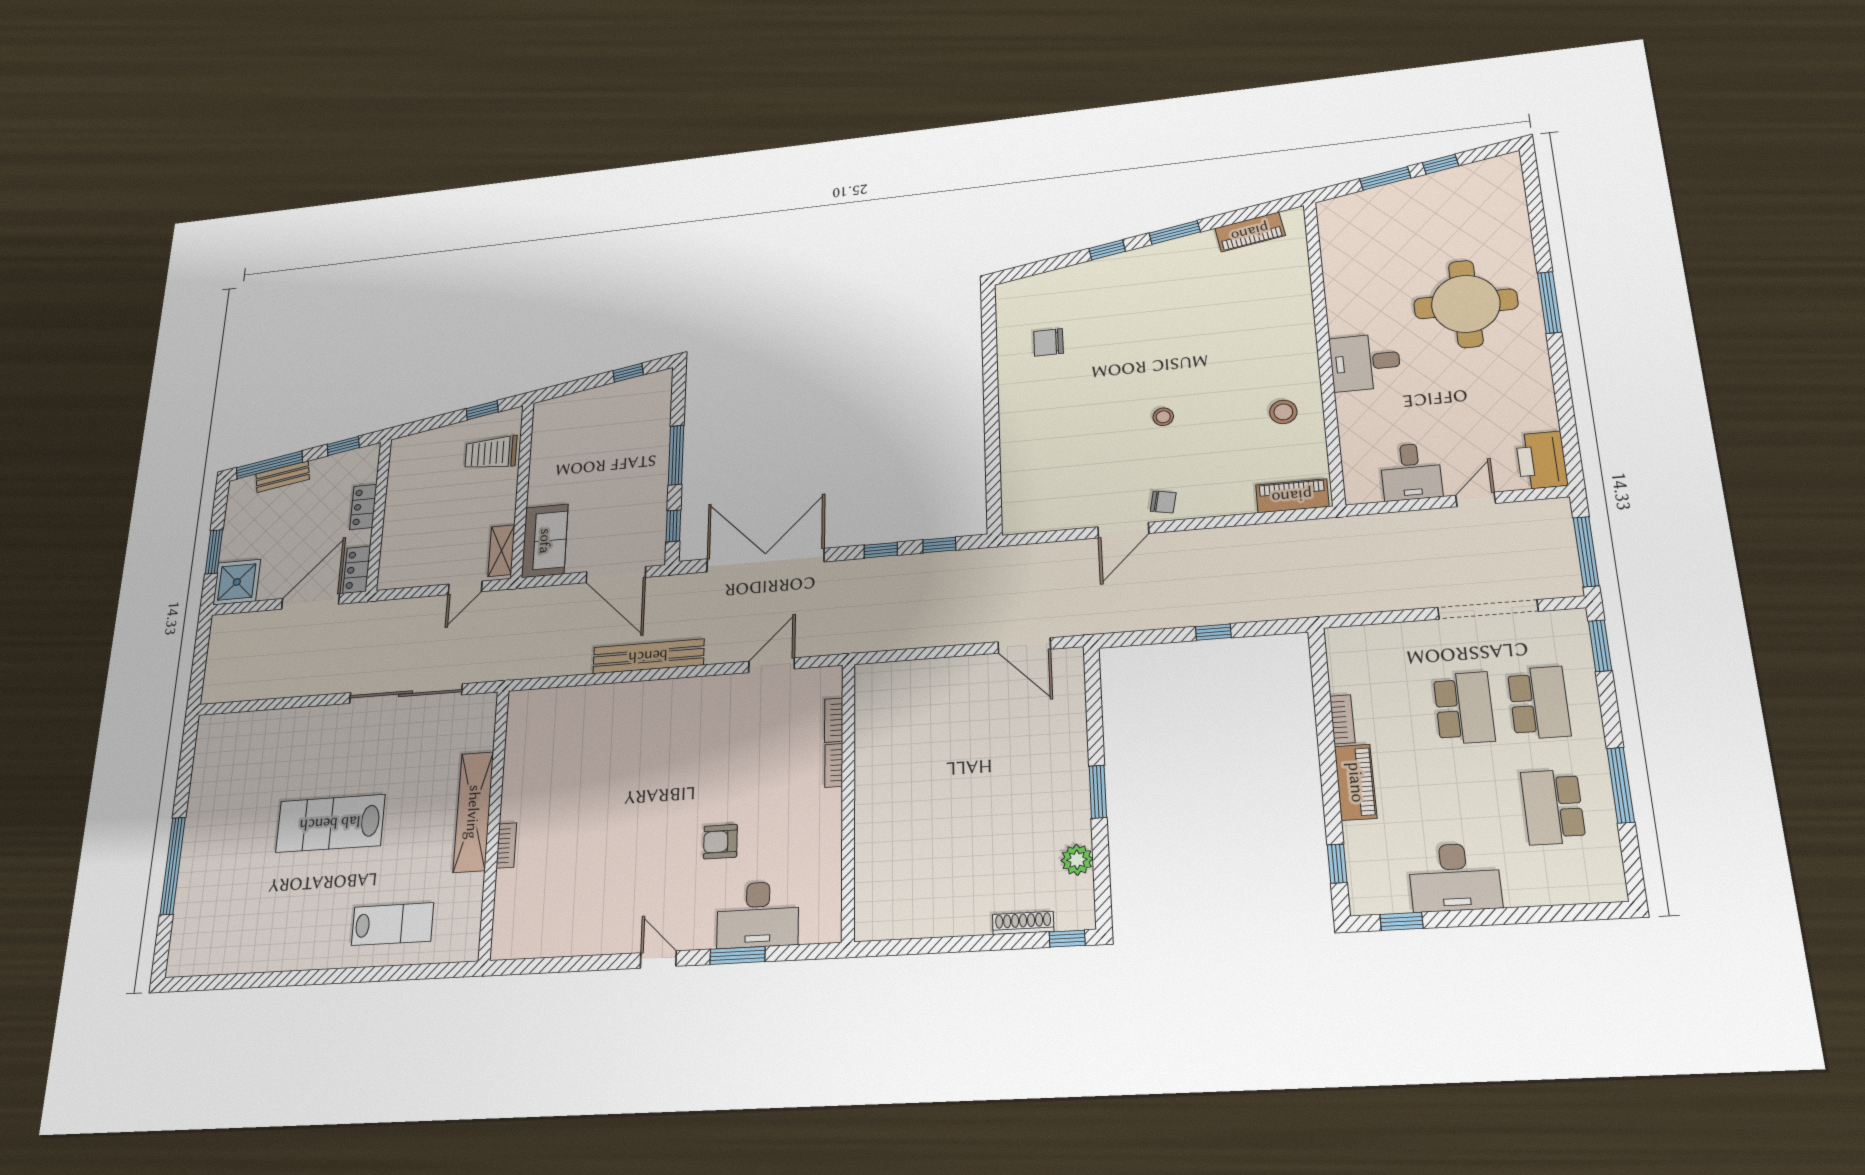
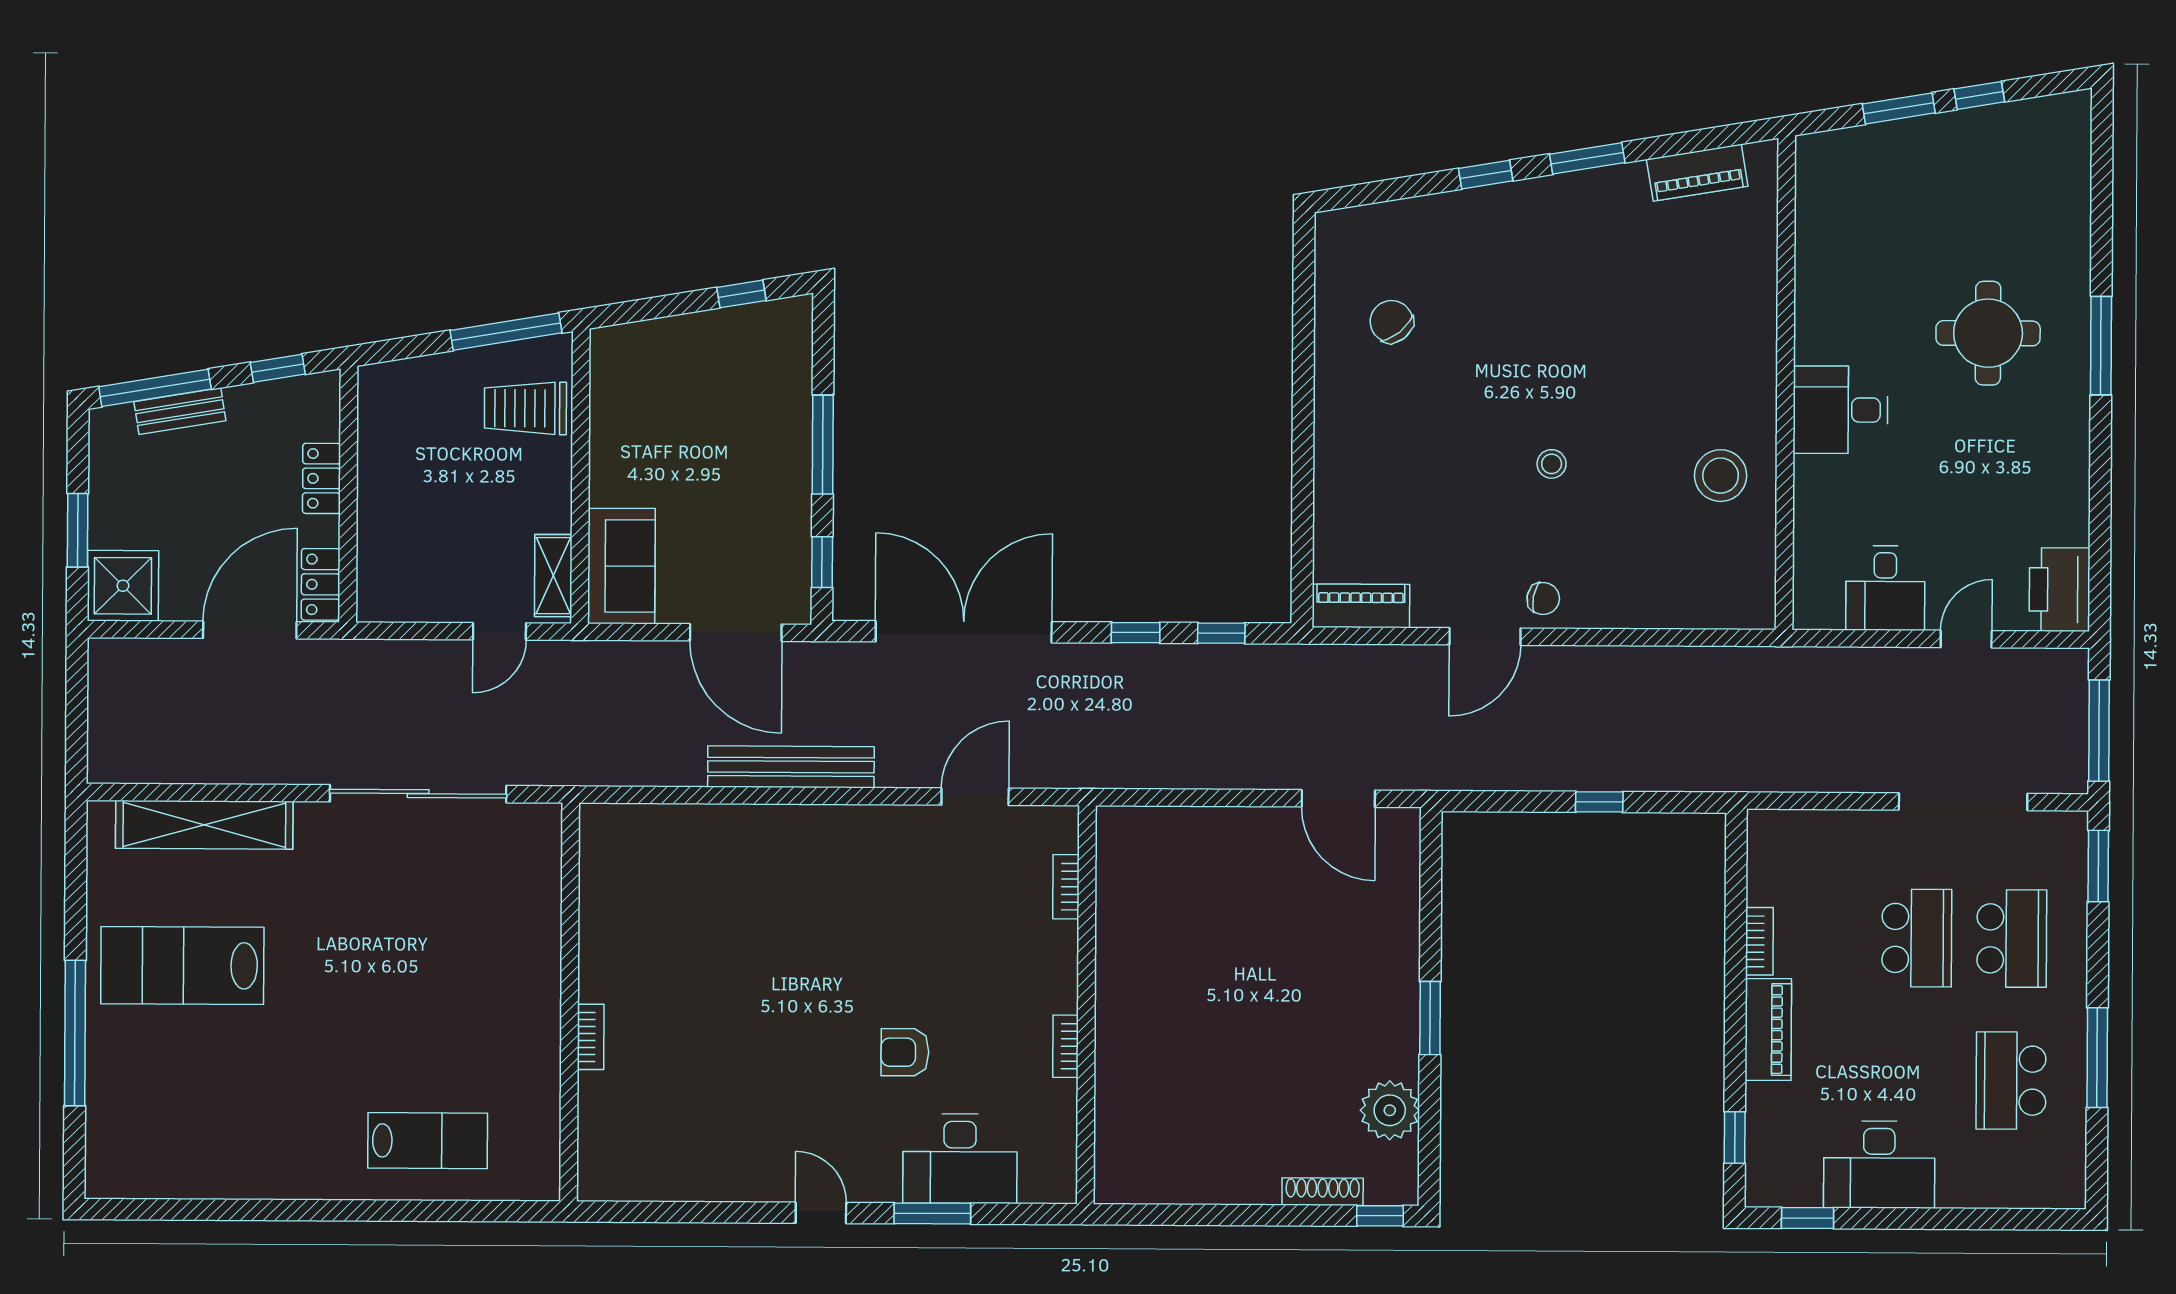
round table: (1466, 304) -> (1988, 333), width x0.73, depth x0.73
chair: (1048, 342) -> (1391, 322), turned 51
window: (482, 410) -> (506, 332), width x2.17
stool: (1283, 412) -> (1721, 476), width x1.38, depth x1.38
piano: (1292, 496) -> (1361, 606), moved
bookcase: (834, 765) -> (1065, 1046), moved
shelving: (473, 812) -> (204, 825), moved, turned 90
lab bench: (330, 823) -> (182, 966), moved
plant: (1077, 860) -> (1390, 1110), width x1.36, depth x1.36

